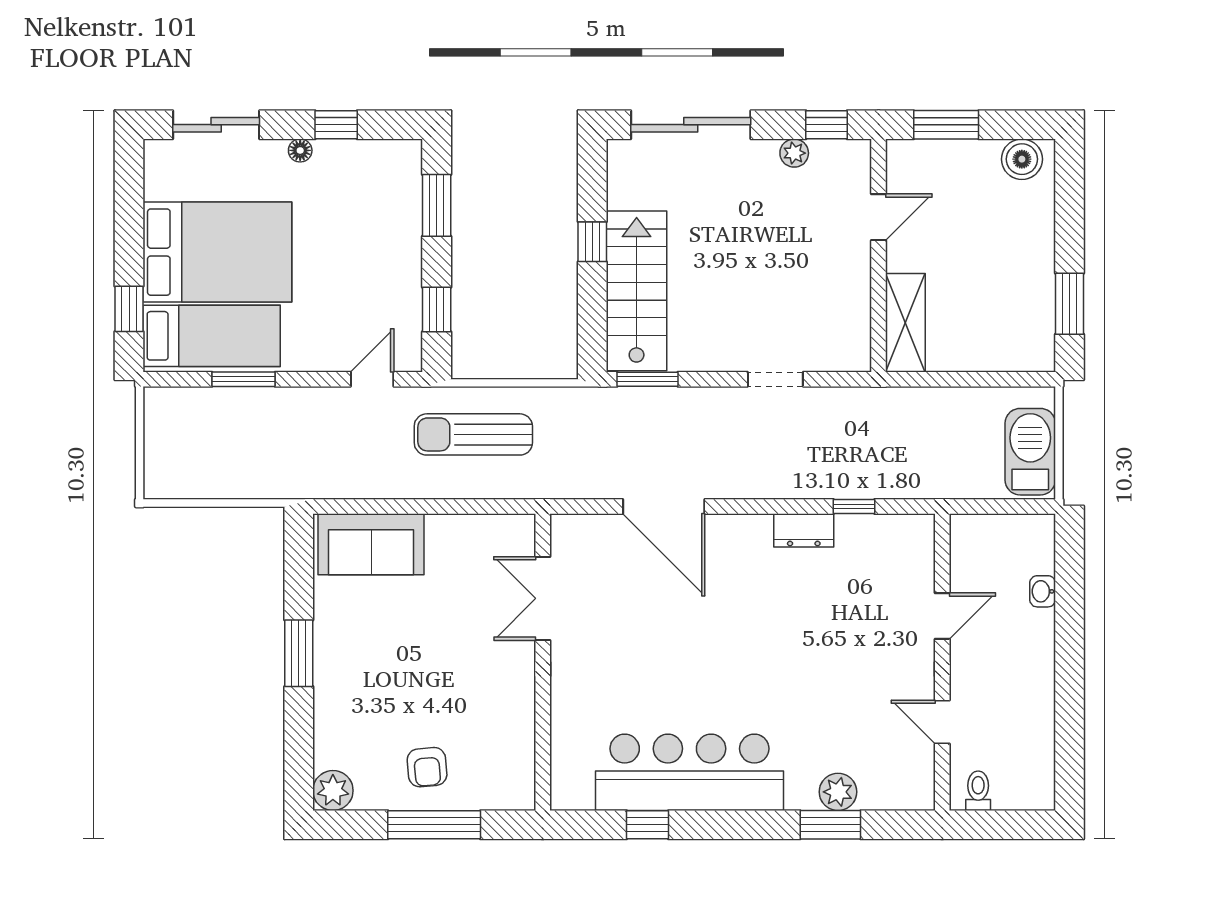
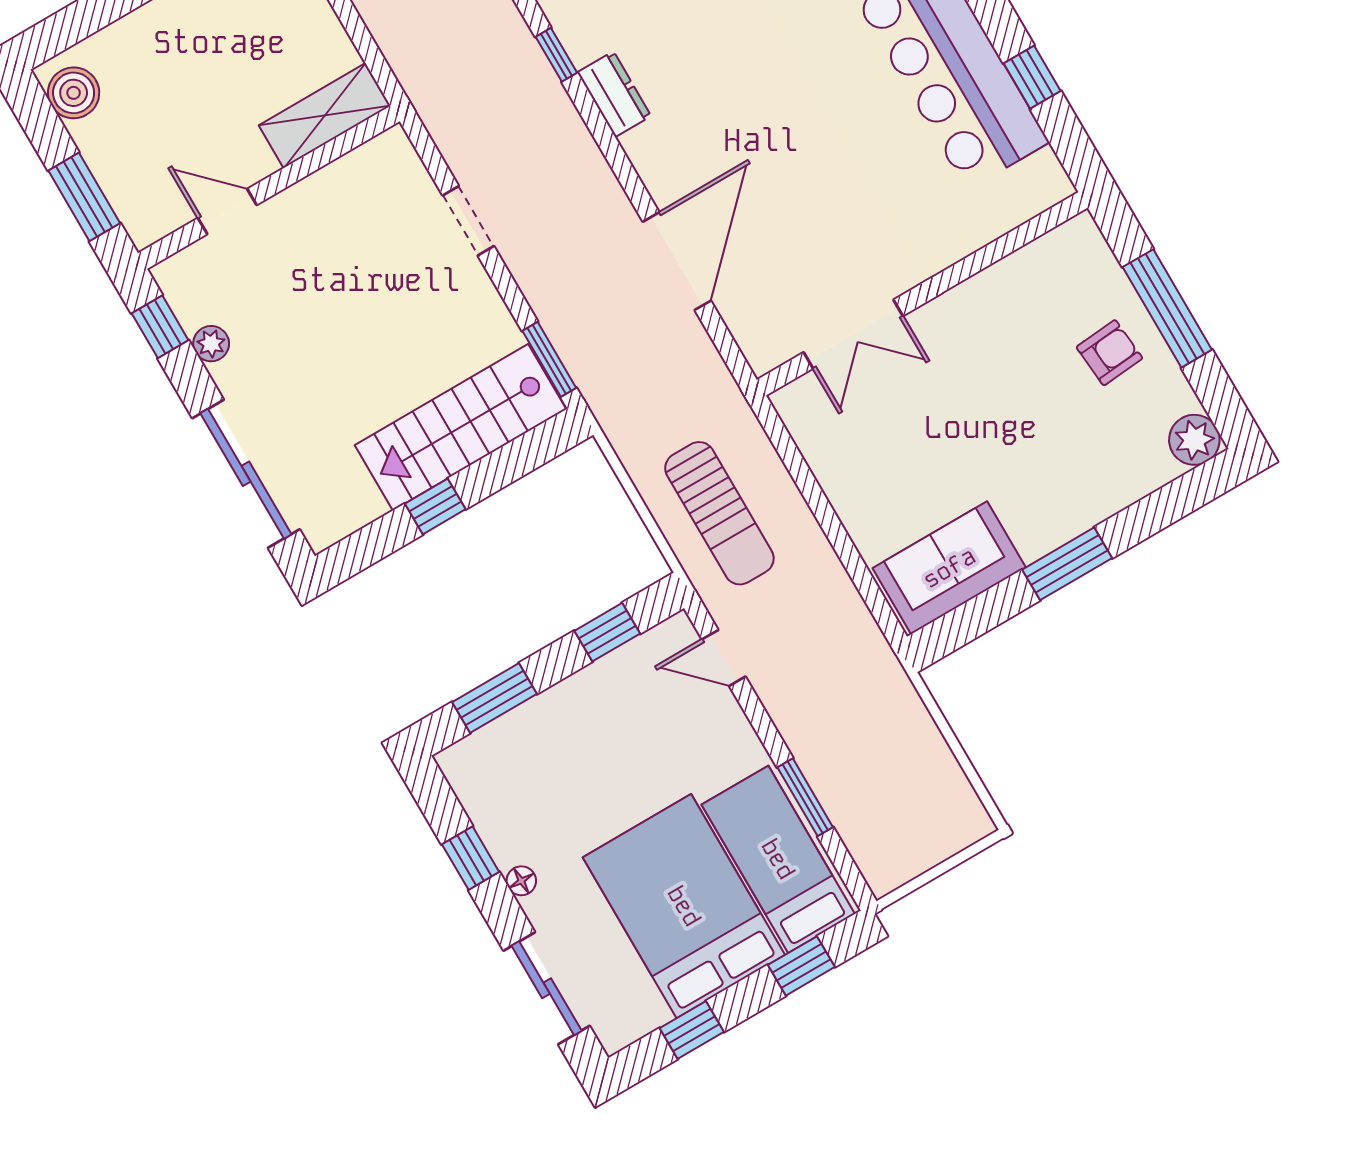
window: (129, 208) -> (692, 1030), added
sofa: (371, 544) -> (949, 568), moved, turned -90

